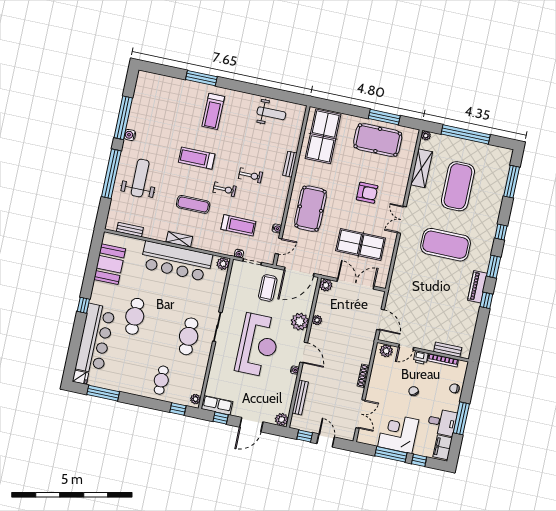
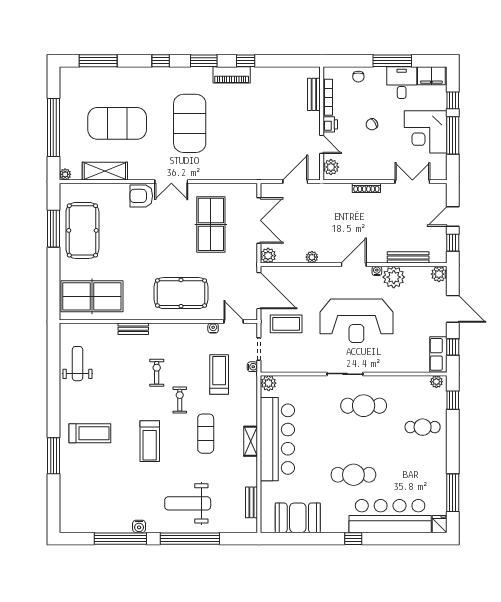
armchair: (367, 193) -> (141, 196), moved, turned -90
double door: (356, 284) -> (259, 220), swing flipped
plant: (300, 322) -> (394, 277), moved
reception desk: (258, 345) -> (356, 321), turned 180

